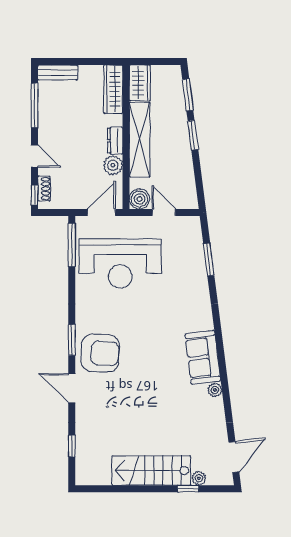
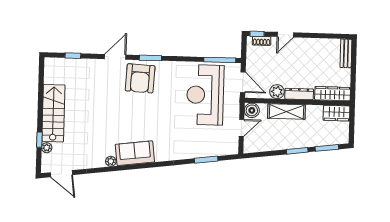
window: (35, 105) -> (322, 36), removed
shelving: (140, 140) -> (286, 112), width x0.68
dresser: (115, 141) -> (299, 94), width x1.44

